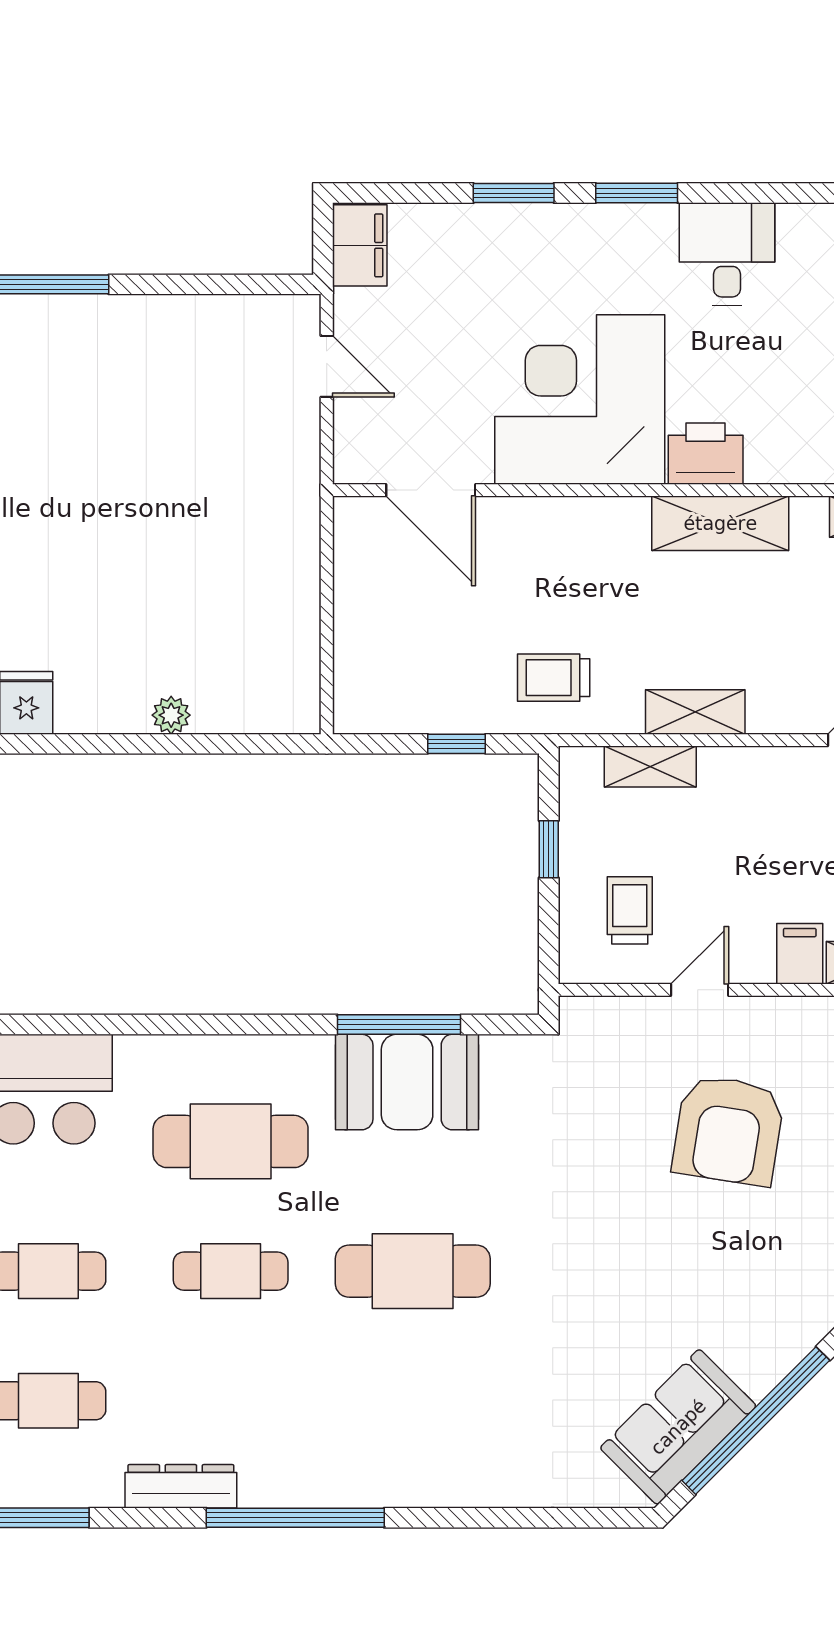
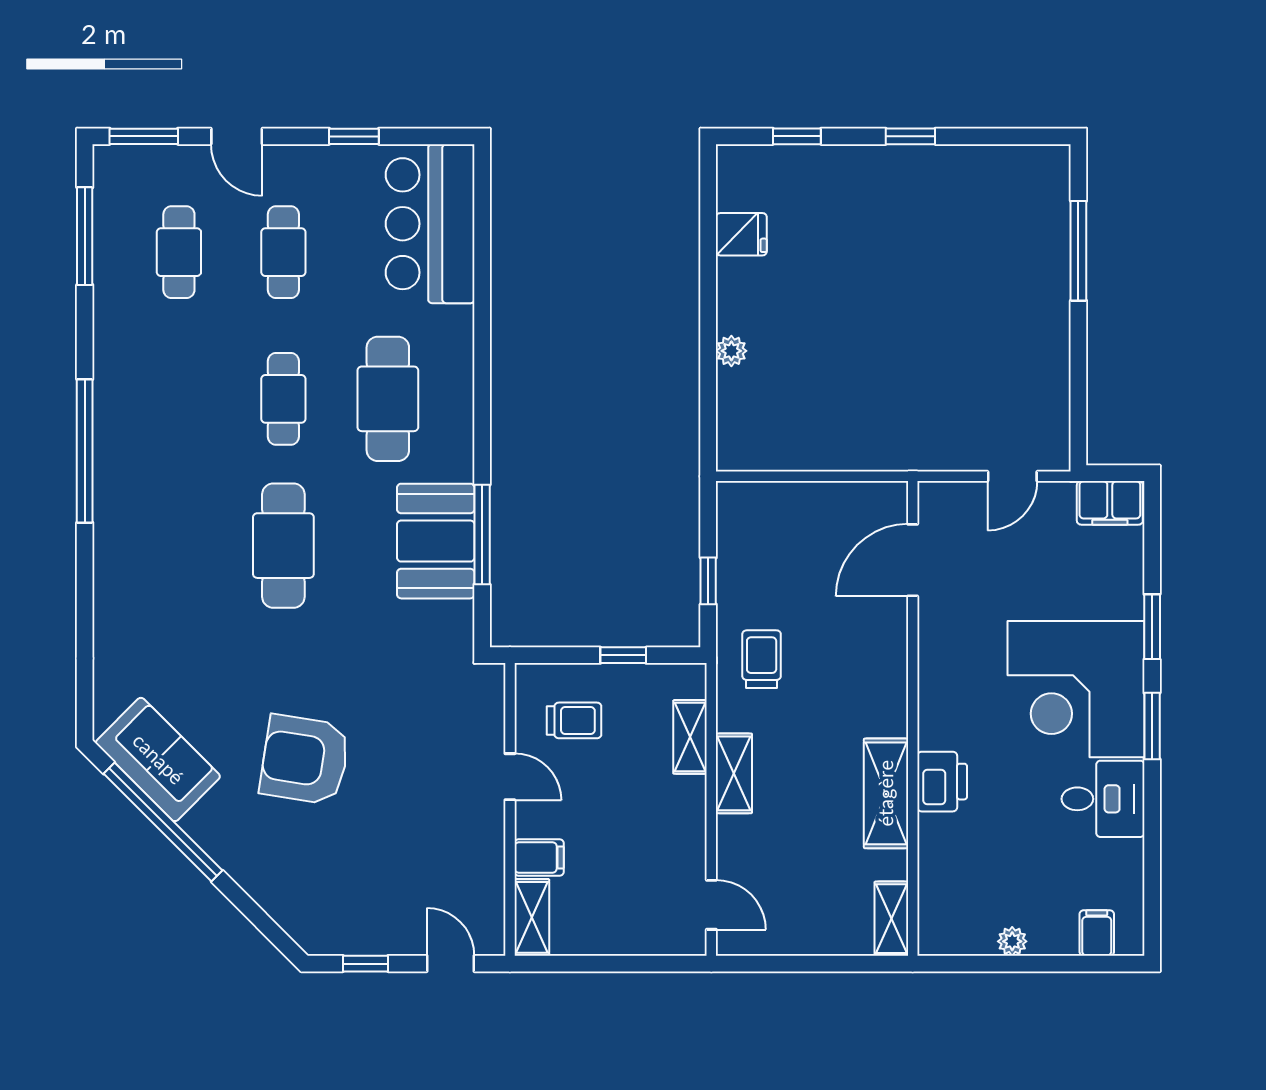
corner desk: (580, 400) -> (1076, 689), moved, turned 180
armchair: (728, 1130) -> (305, 760), moved
dresser: (181, 1486) -> (110, 359), removed

